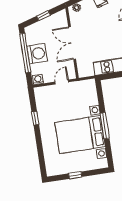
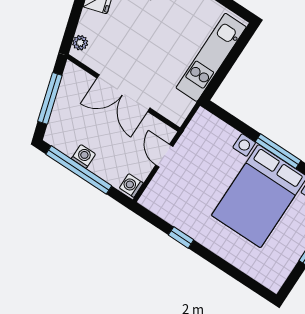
window: (43, 16) -> (50, 98), width x2.17
washing machine: (37, 53) -> (83, 156), width x0.53, depth x0.53

